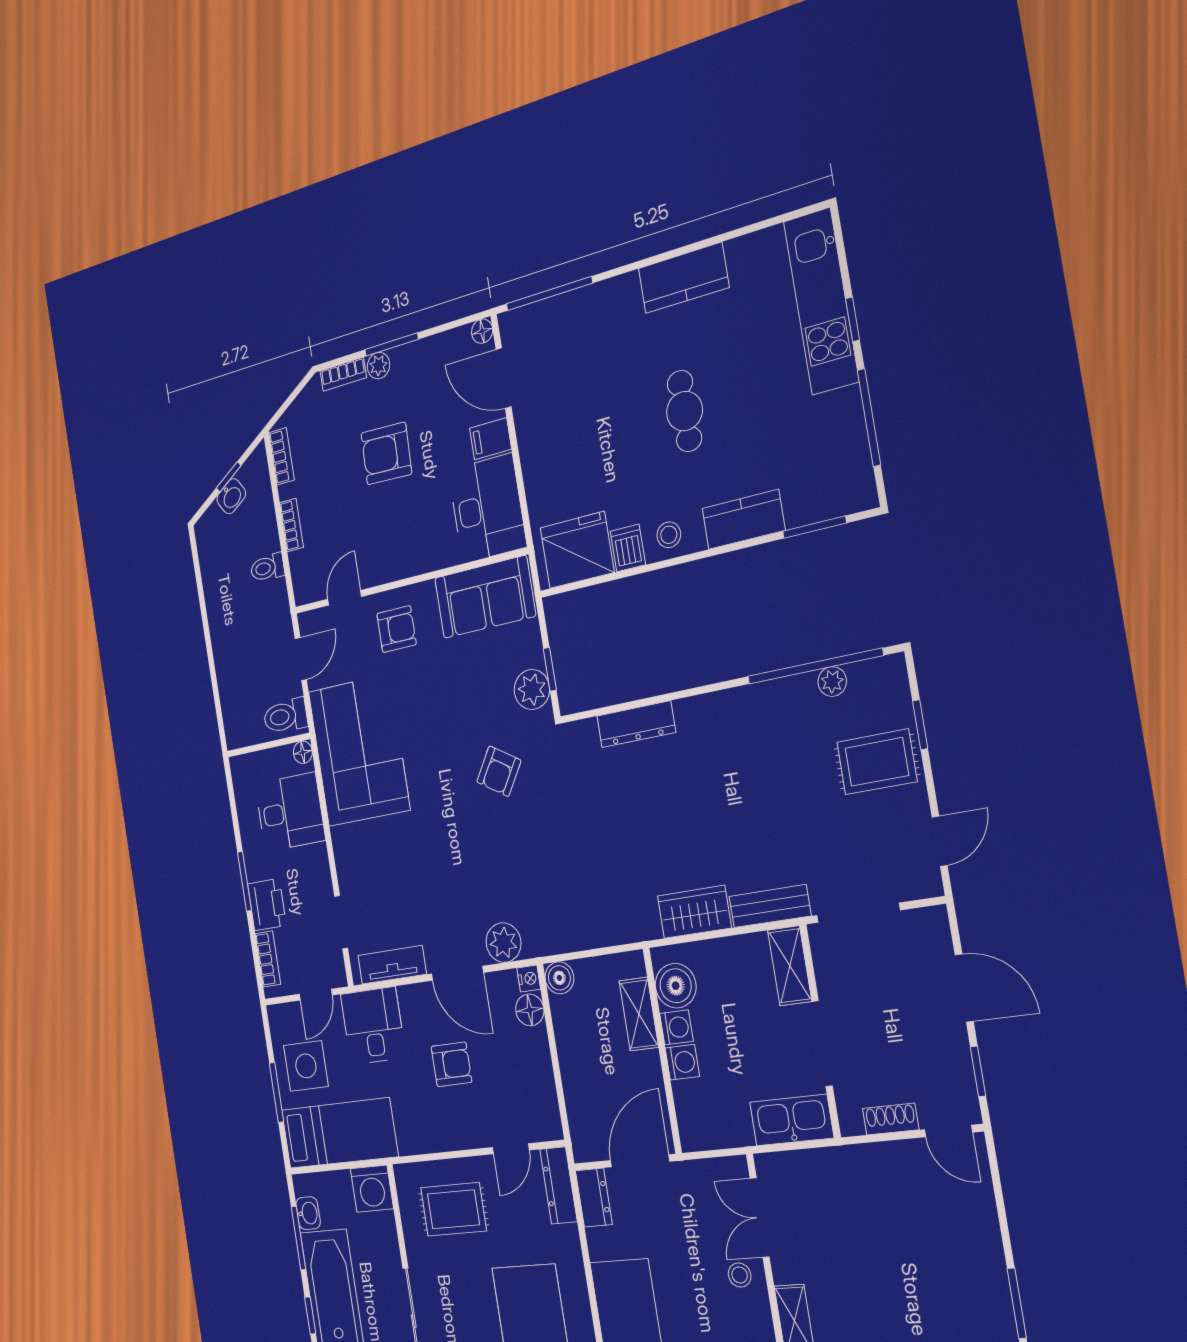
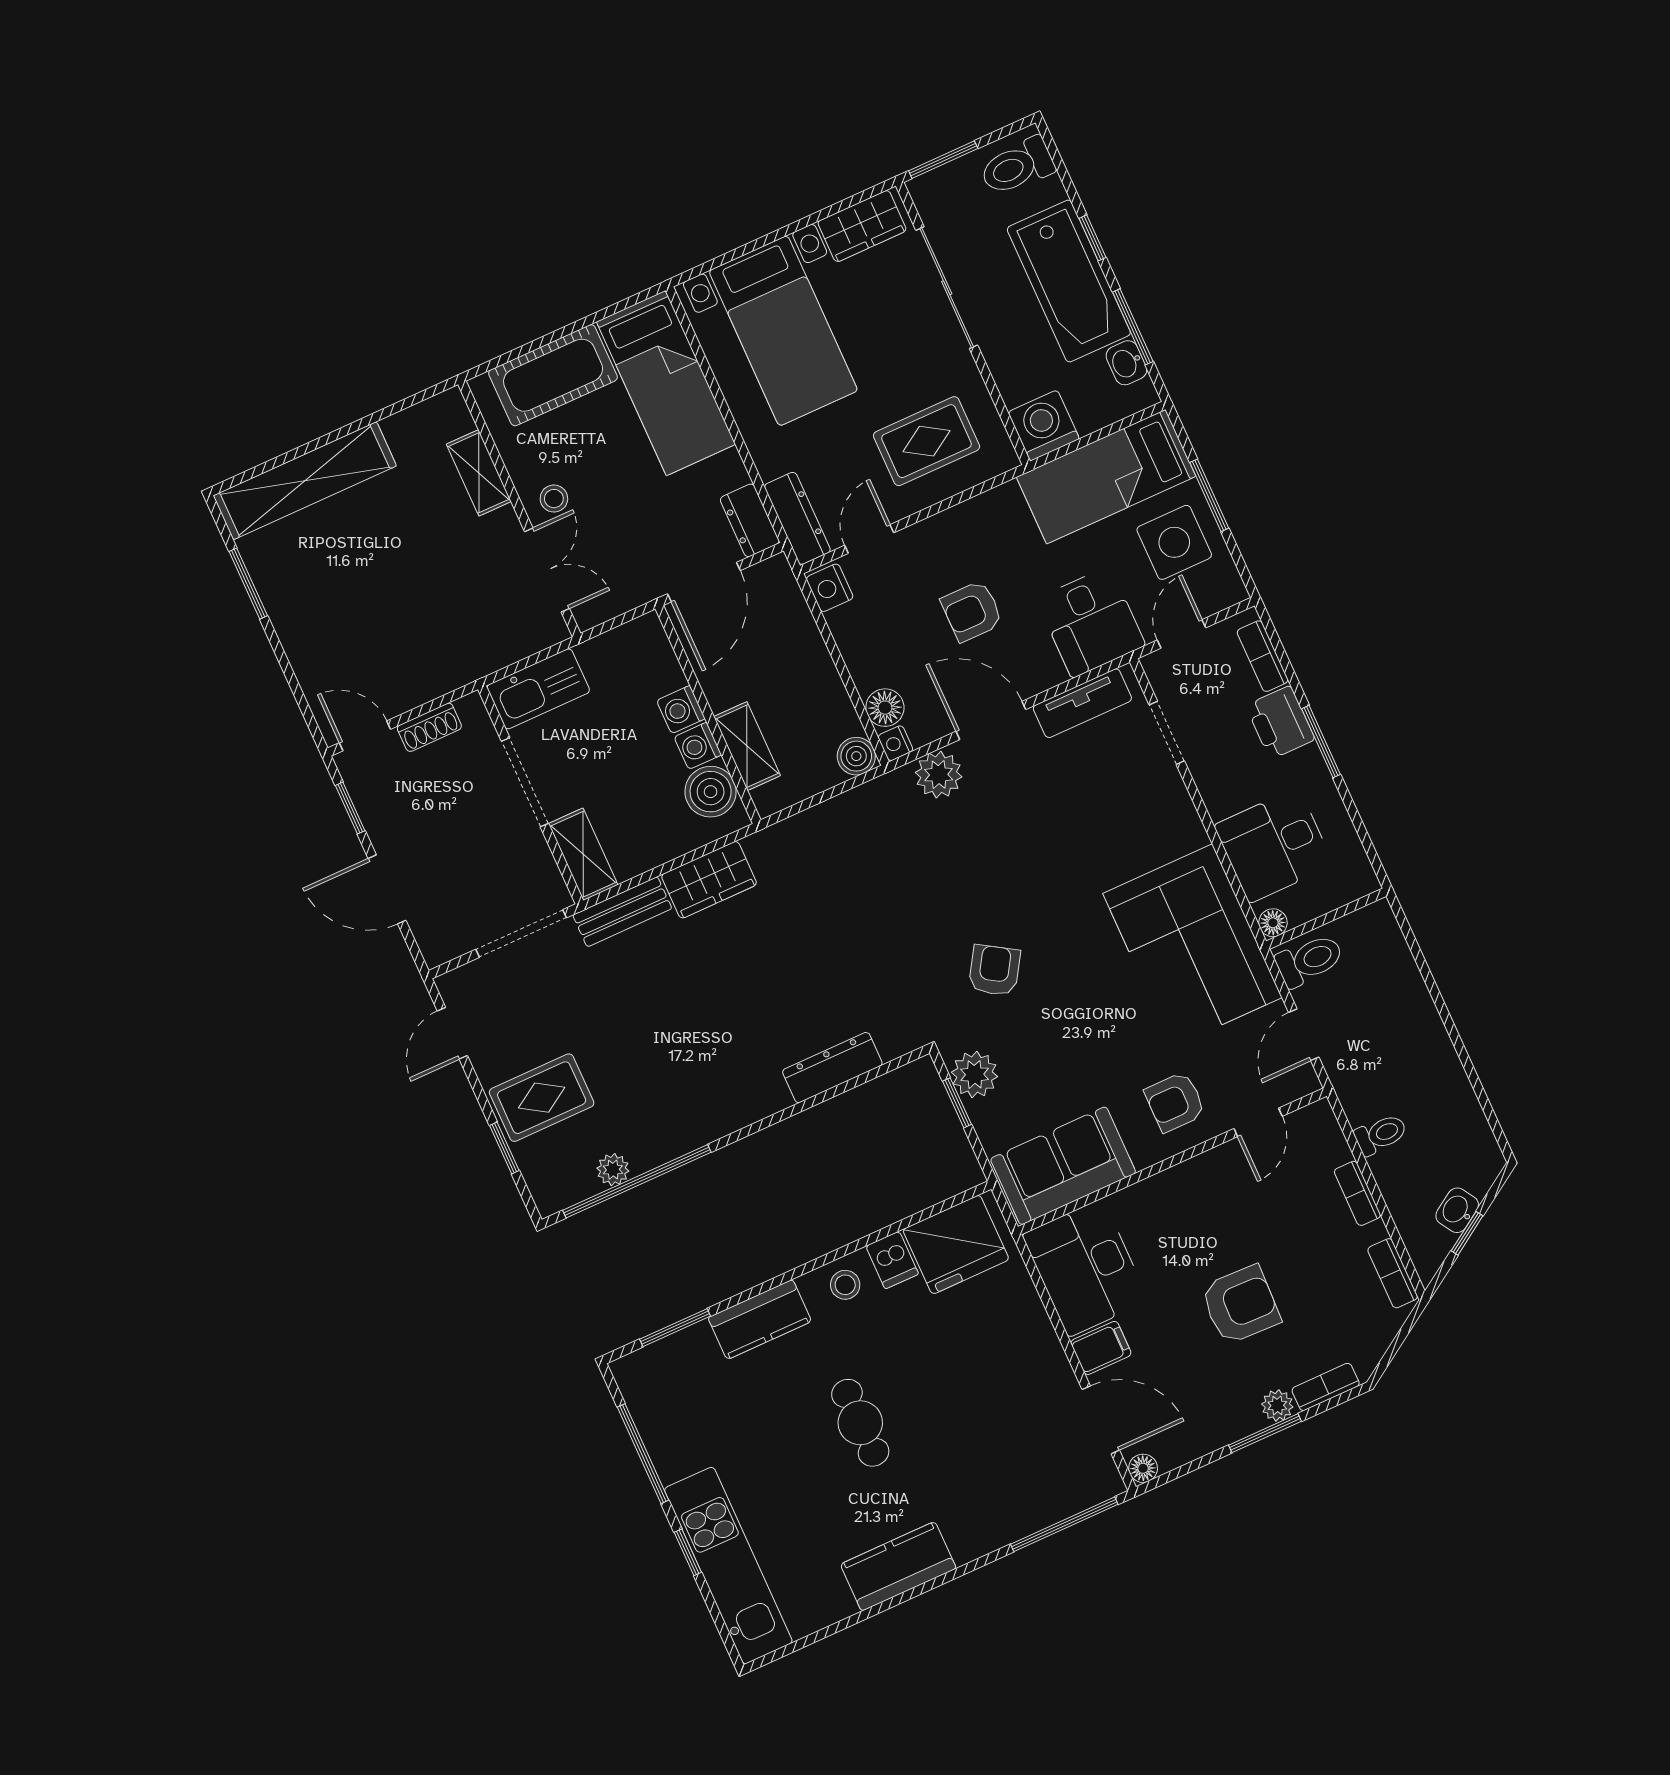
nightstand: (548, 1121) -> (830, 588), added

